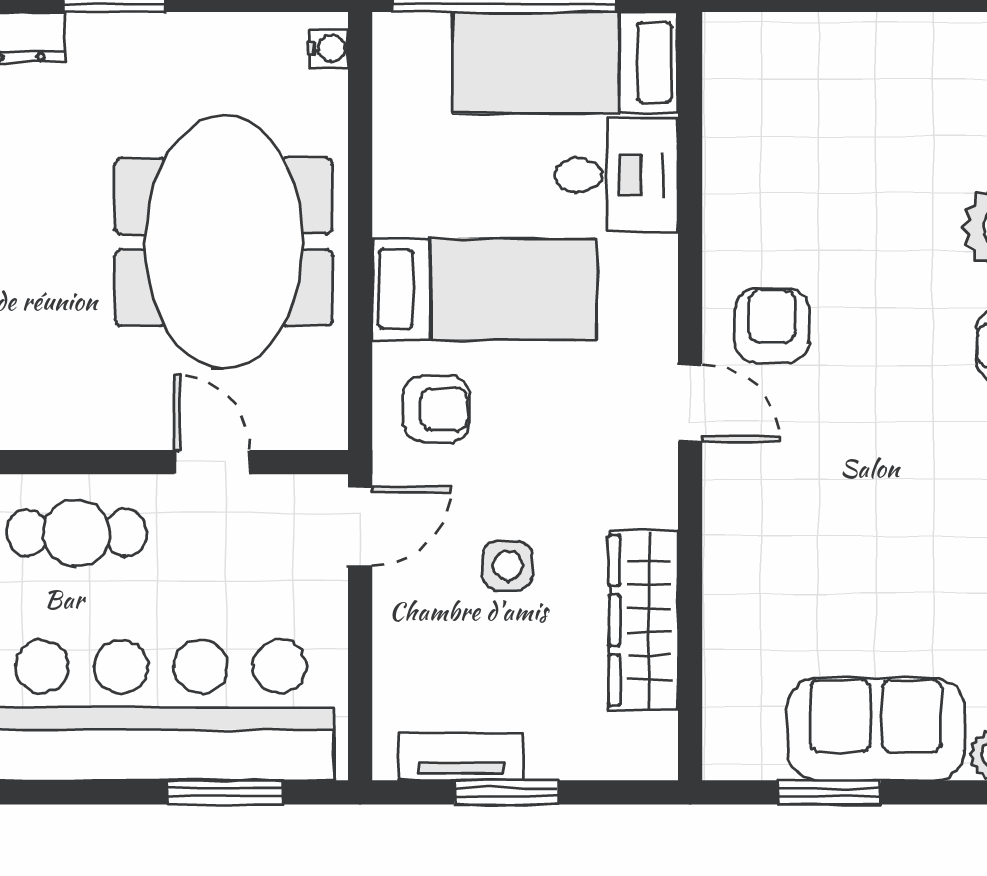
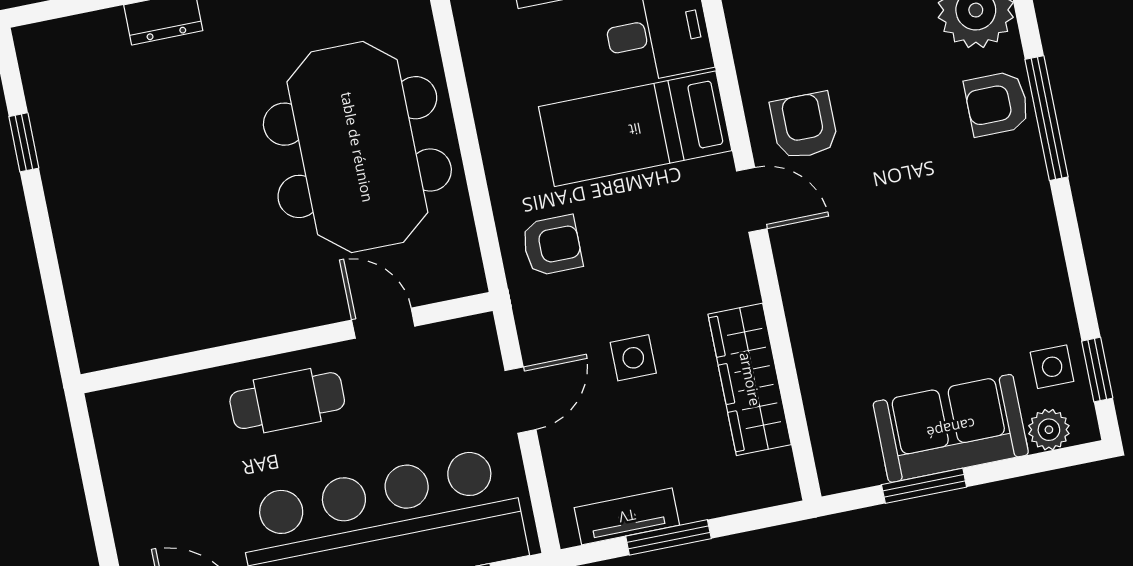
bed: (484, 289) -> (635, 129), moved, turned 180
door: (360, 527) -> (520, 400), moved

